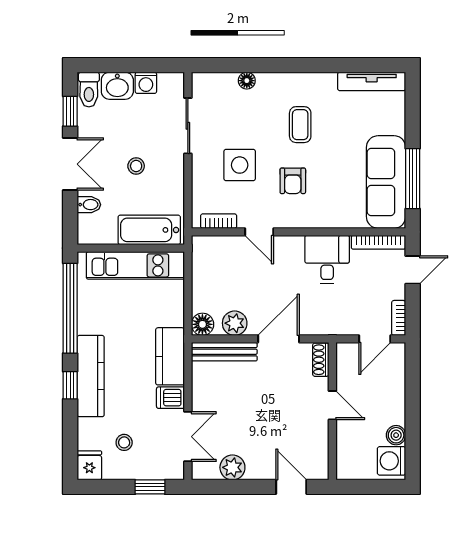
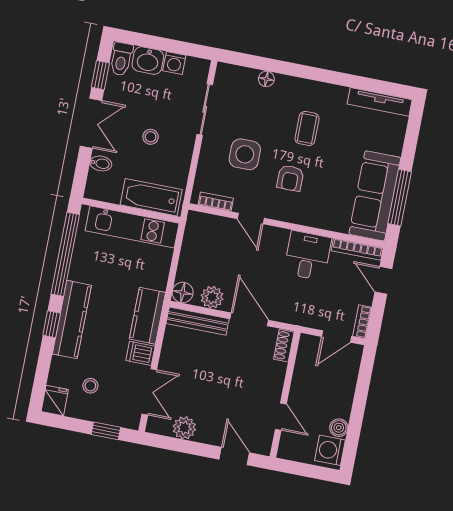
door: (413, 270) -> (383, 280), swing flipped
door: (279, 339) -> (249, 319), hinge flipped
door: (332, 405) -> (281, 417), moved

